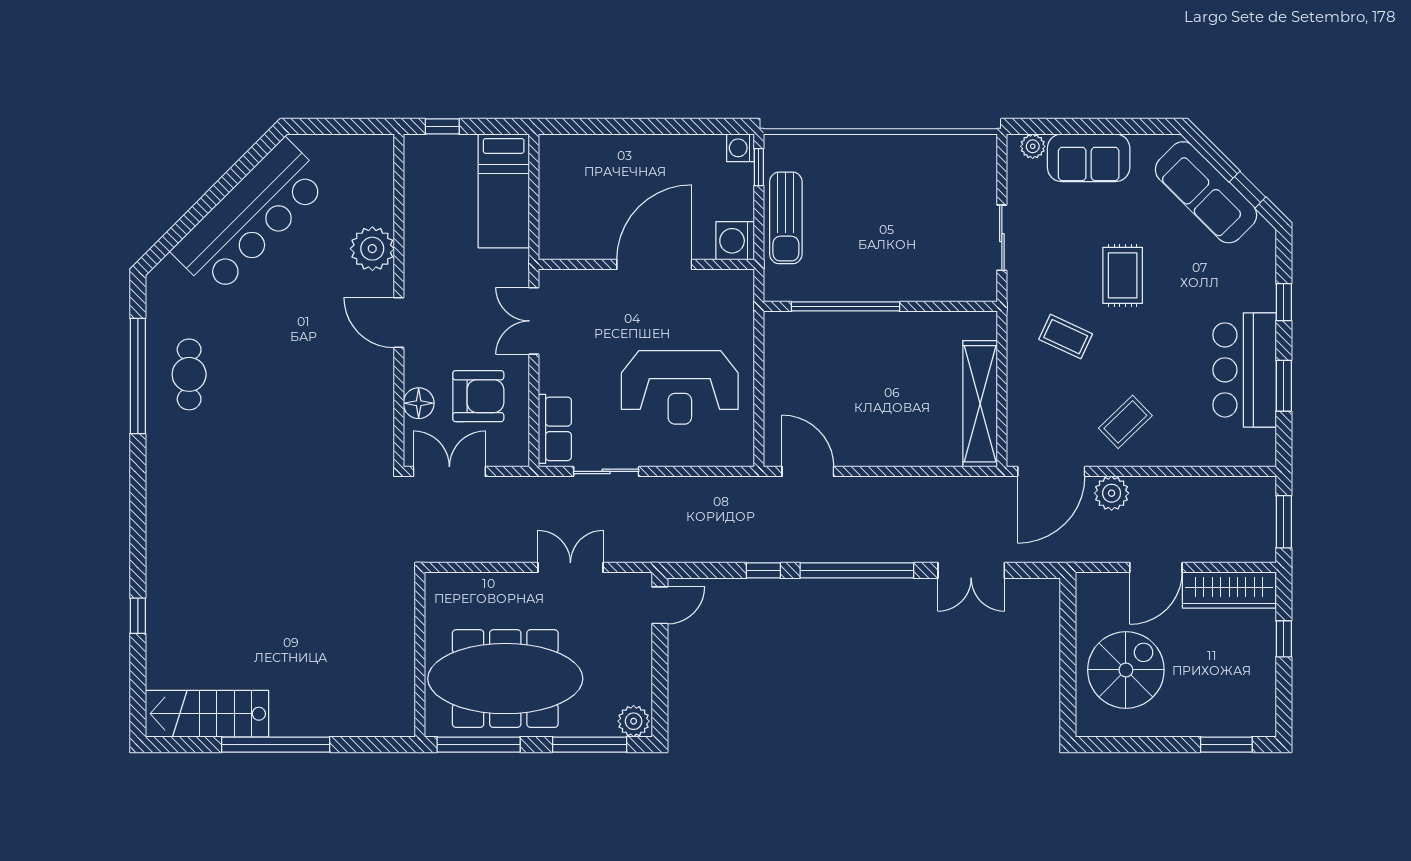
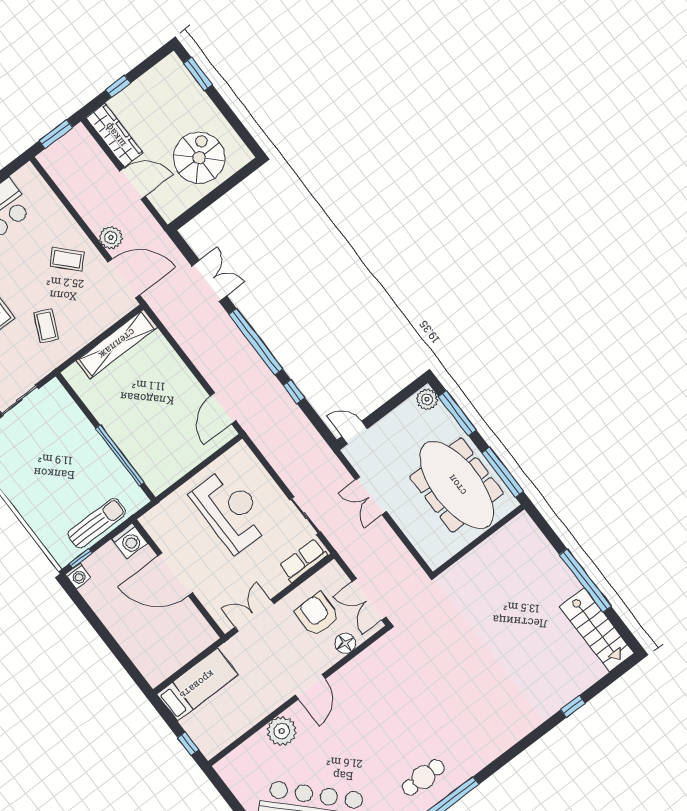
double door: (534, 321) -> (254, 616), swing flipped
spiral stairs: (1126, 670) -> (199, 158), turned 90

